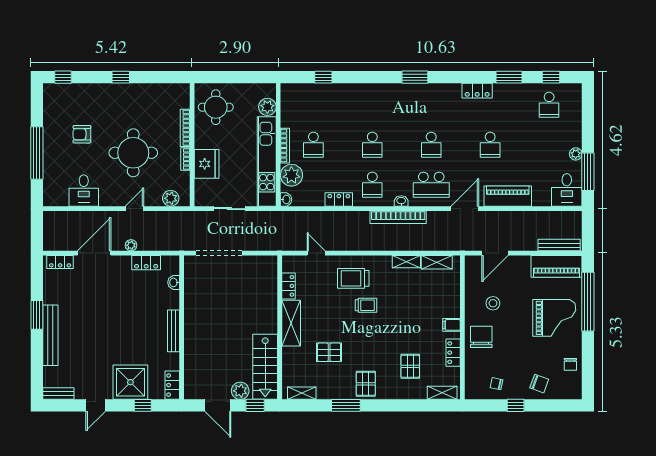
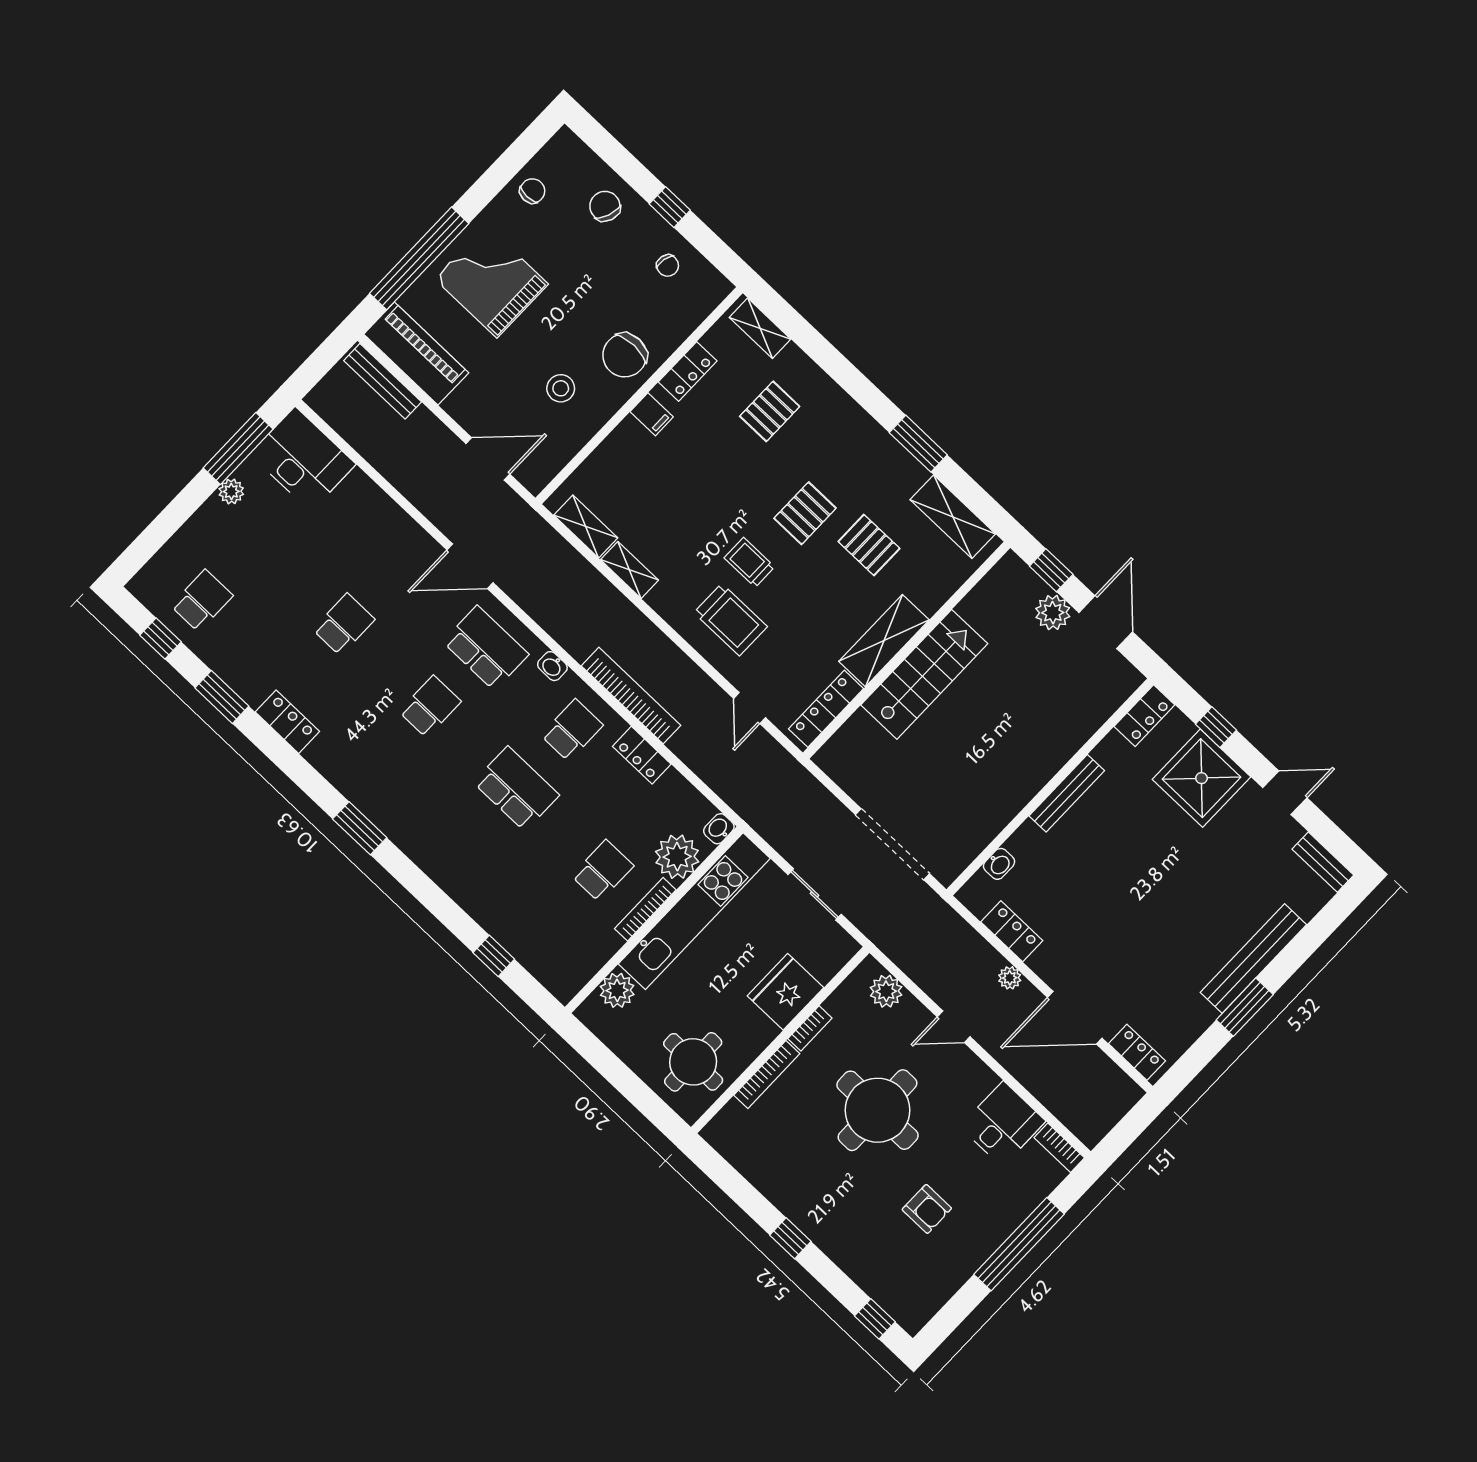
school desk: (372, 145) -> (516, 789), width x1.85
desk: (567, 190) -> (303, 459), width x1.37
piano: (508, 196) -> (390, 525), removed
bookcase: (55, 201) -> (1059, 1148), added
bookcase: (398, 217) -> (631, 696), moved
locker: (289, 286) -> (826, 709), width x1.53
stairs: (265, 367) -> (924, 674), moved
pallet: (366, 384) -> (805, 513), moved
shelving: (302, 393) -> (953, 517), width x1.50, depth x1.33

